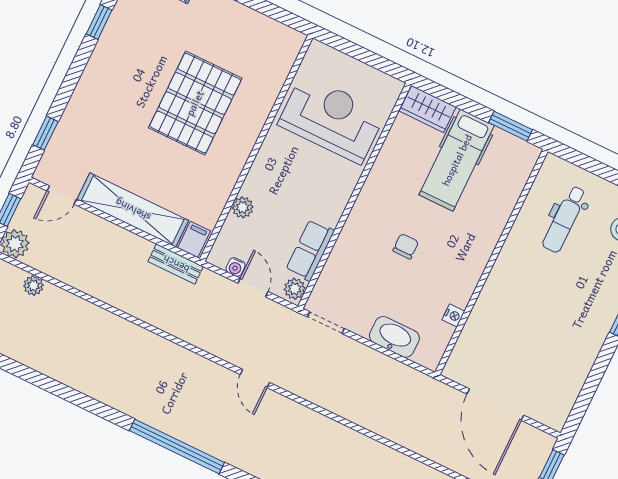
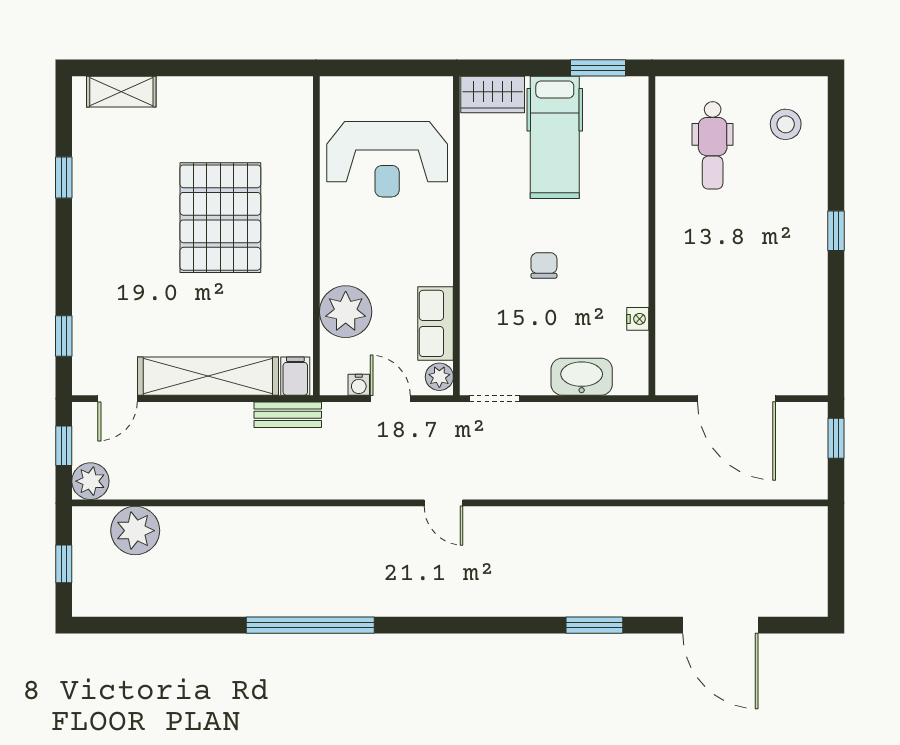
reception desk: (332, 119) -> (387, 159), turned 180
plant: (243, 207) -> (346, 312), width x1.87, depth x1.87
plant: (33, 286) -> (135, 531), width x1.87, depth x1.87
window: (177, 446) -> (310, 625), moved

